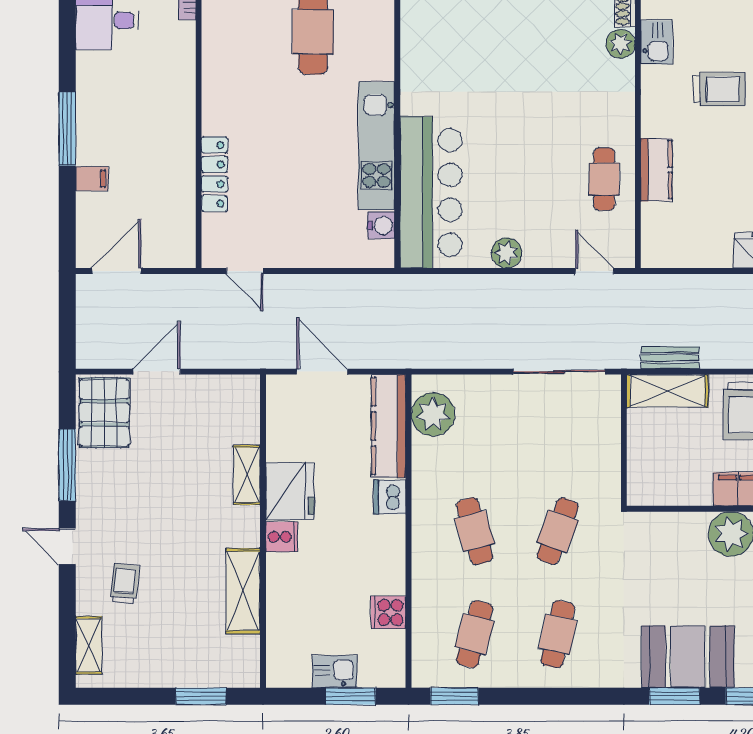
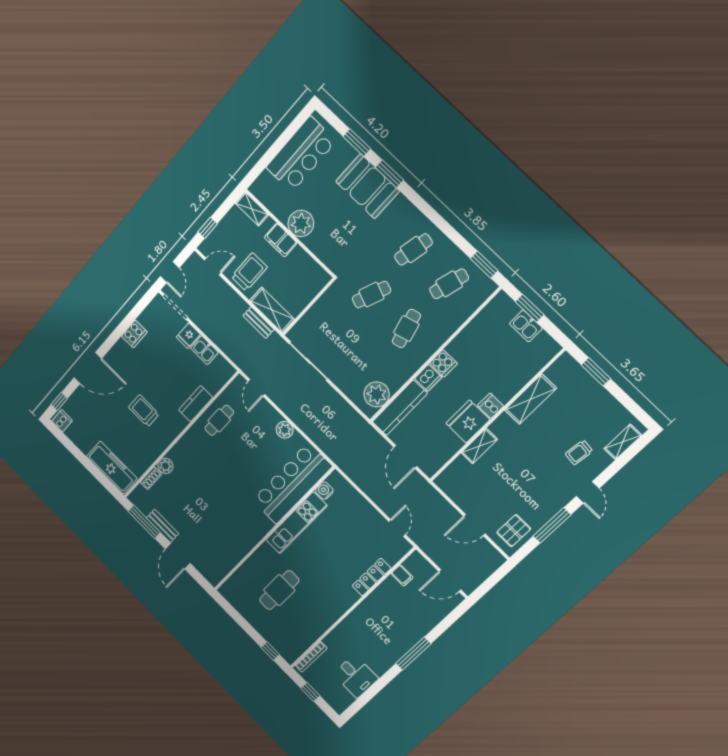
kitchen sink: (657, 42) -> (204, 350), moved, turned -90
filing cabinet: (92, 179) -> (402, 575), moved, turned 180
pallet: (104, 413) -> (514, 531), width x0.67, depth x0.71
cooker: (388, 613) -> (443, 363), moved

